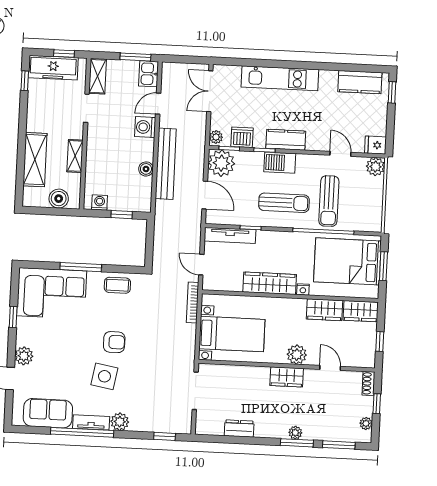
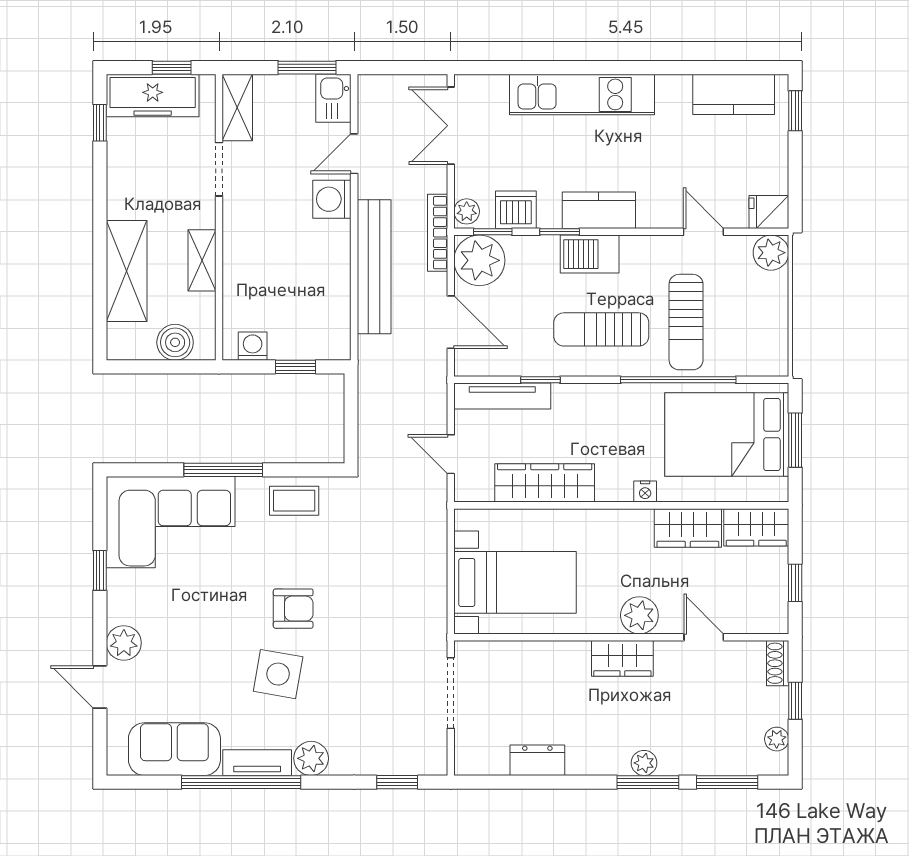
boiler: (146, 169) -> (337, 278), removed
sun lounger: (284, 203) -> (601, 329), turned 180
wardrobe: (270, 283) -> (545, 483), moved
bookcase: (193, 303) -> (438, 233), moved

